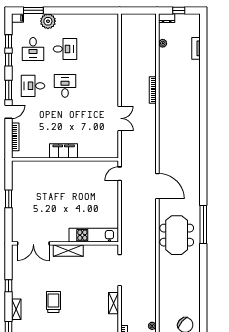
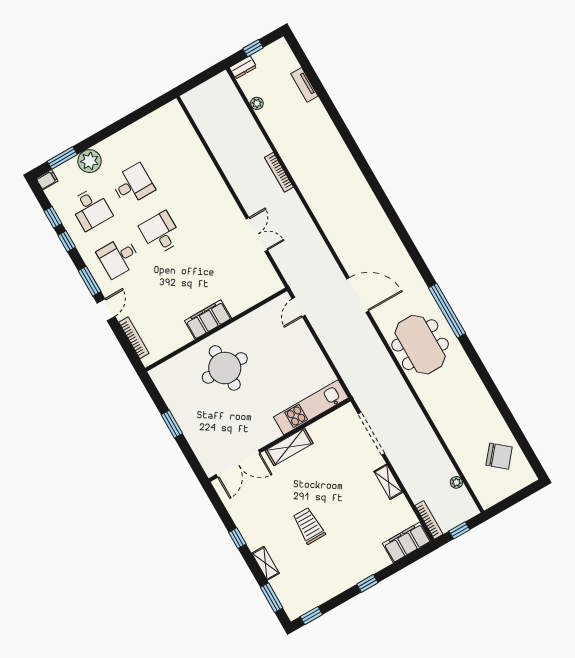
round table: (57, 184) -> (225, 368), added

